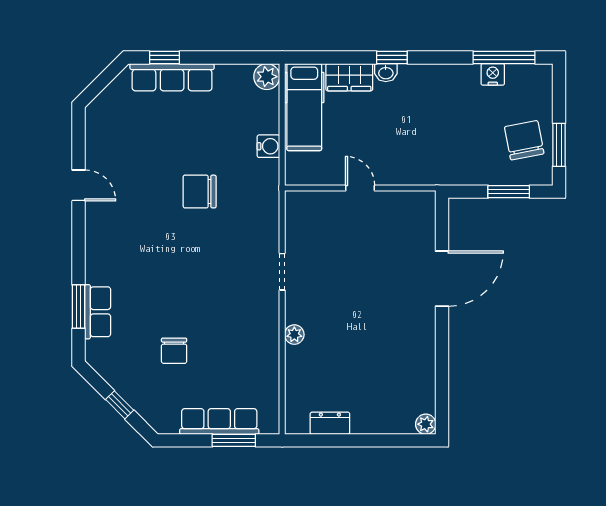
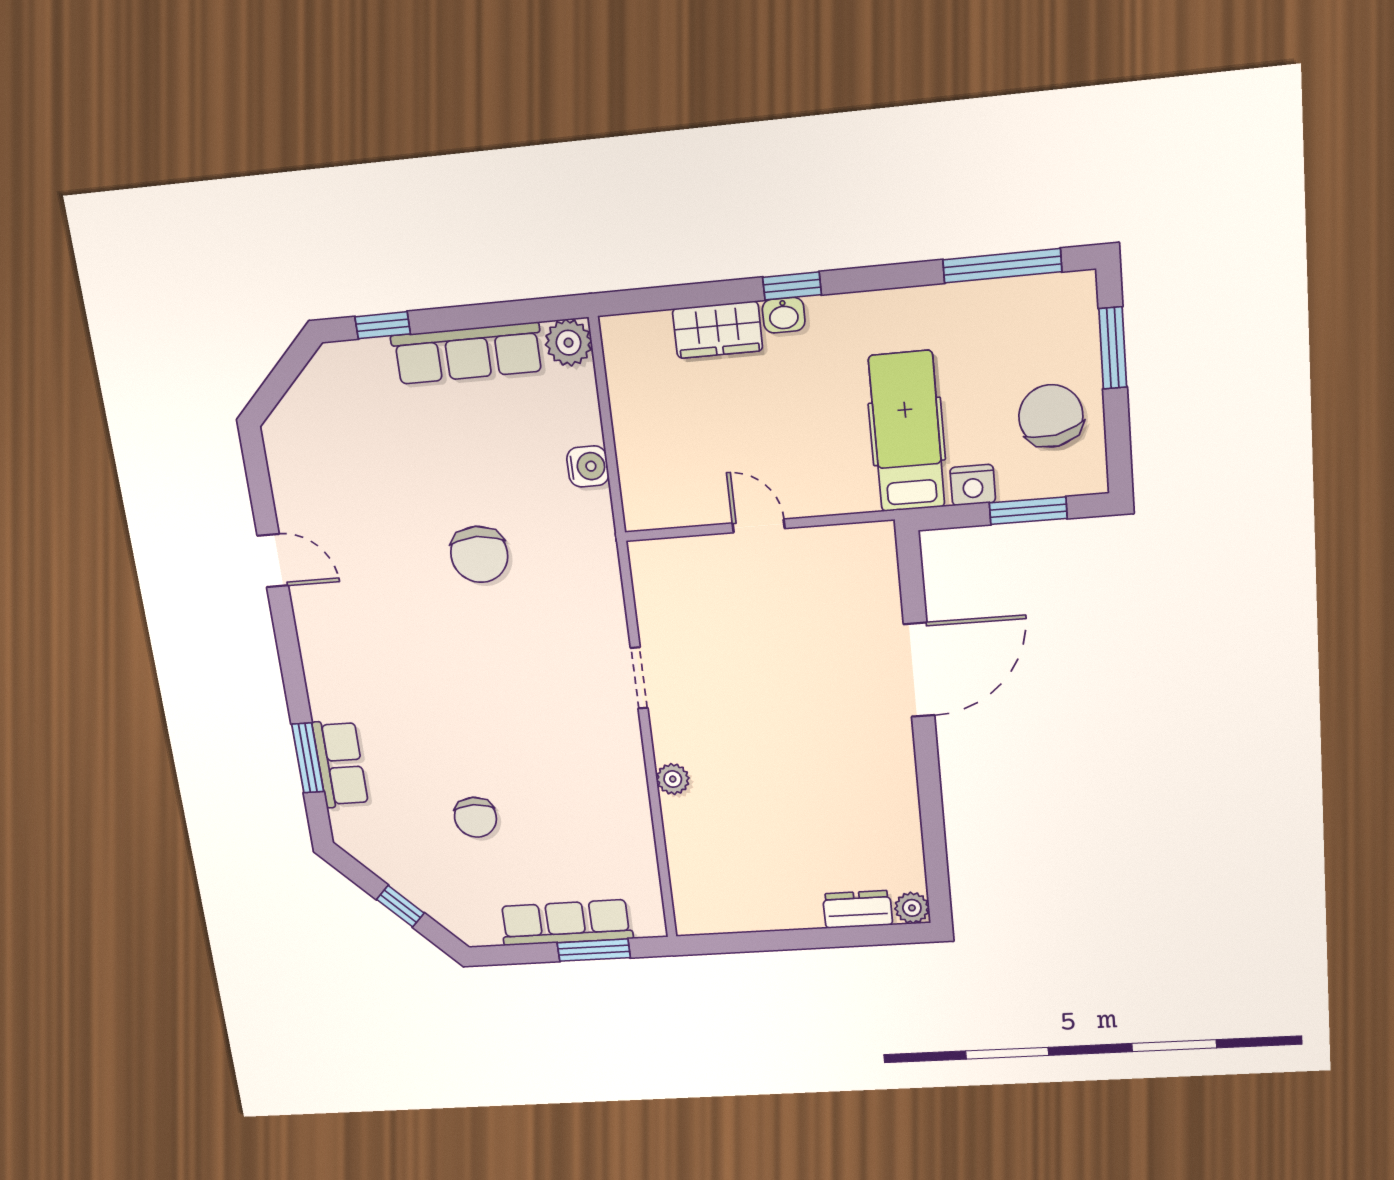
nightstand: (493, 74) -> (973, 485), moved, turned 180
row of seats: (172, 77) -> (467, 353), moved
hospital bed: (304, 107) -> (907, 432), moved, turned 180
window: (559, 145) -> (1113, 348), moved
chair: (200, 192) -> (479, 554), turned -90
dresser: (330, 423) -> (858, 909), moved

